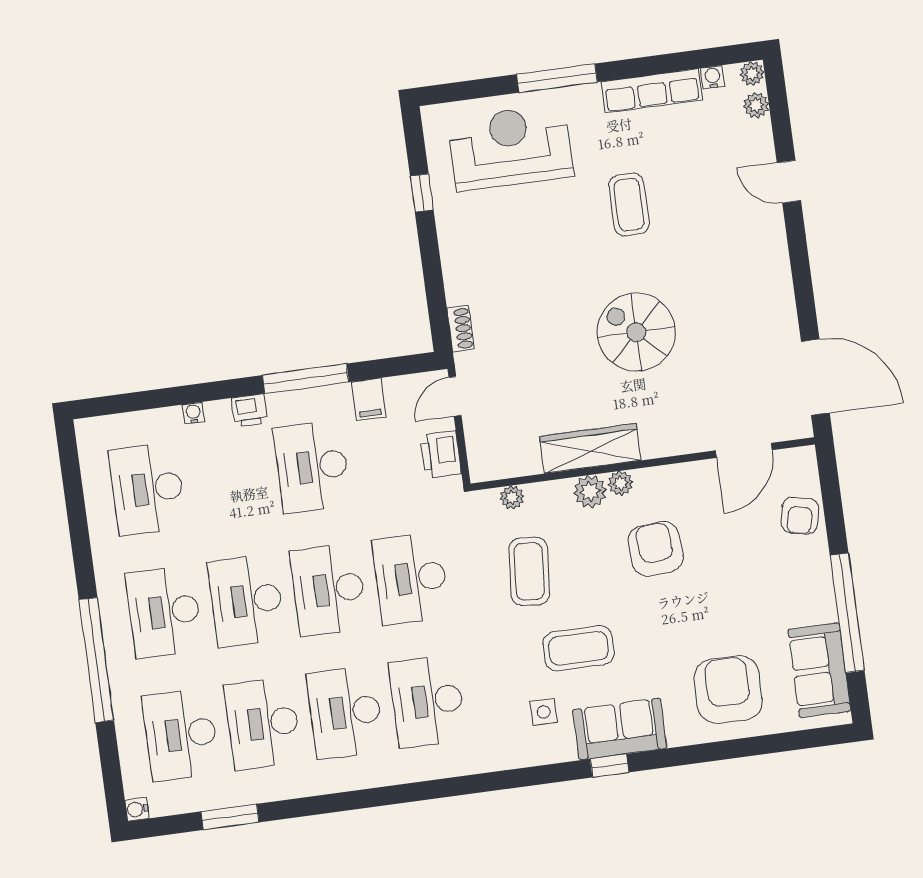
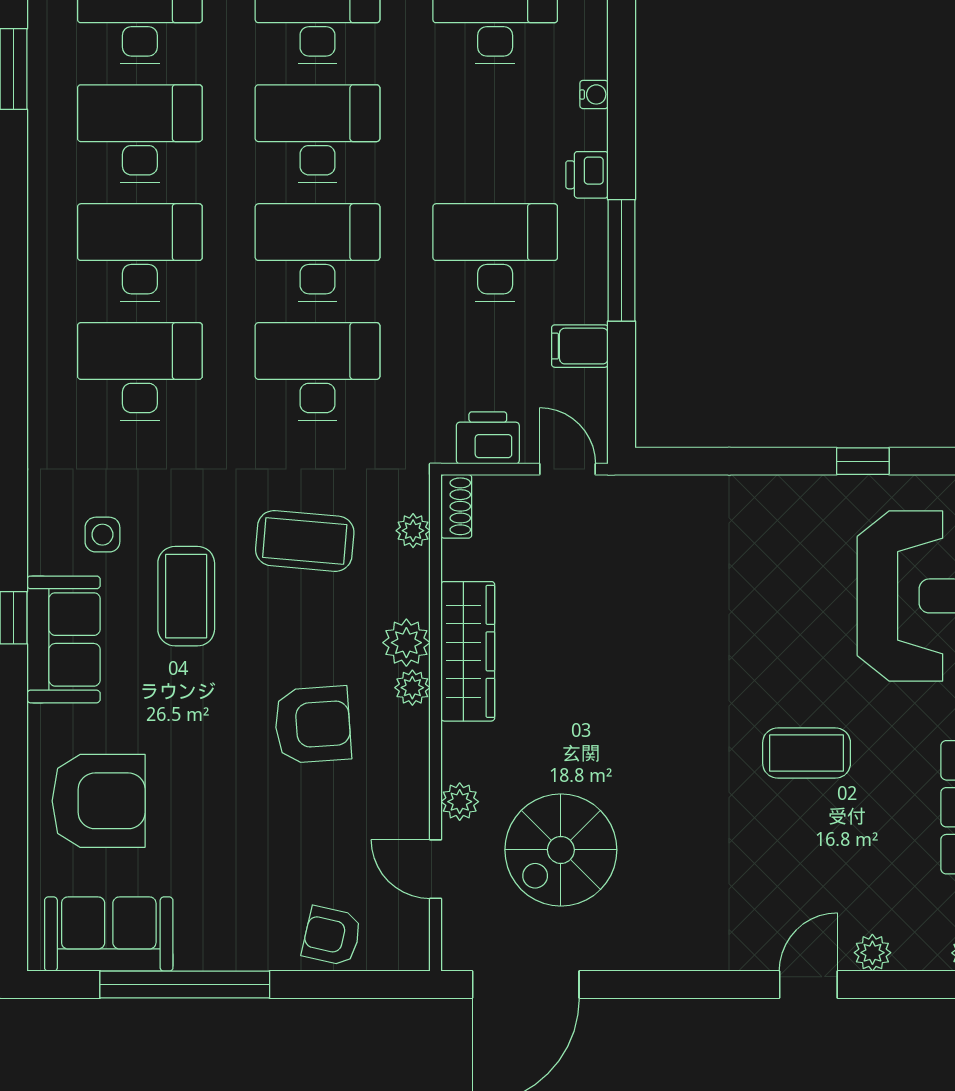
plant: (756, 105) -> (872, 953), moved
shoe rack: (460, 329) -> (456, 506), moved, turned -90
spiral stairs: (636, 332) -> (561, 850), moved, turned 180
plant: (695, 440) -> (460, 802), added
door: (744, 450) -> (435, 869), width x0.73

